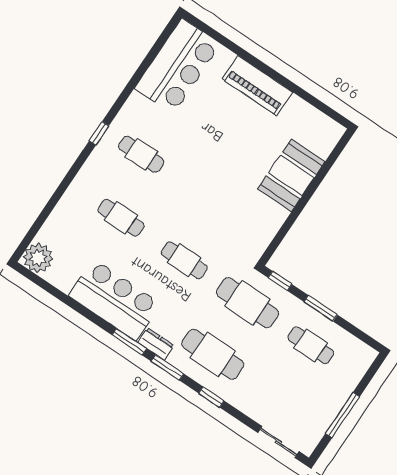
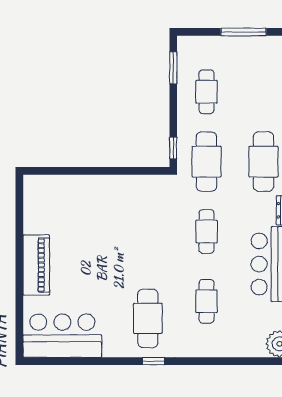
cafe table: (141, 154) -> (148, 318), width x1.37, depth x1.35
booth: (291, 175) -> (87, 193), removed
window: (321, 308) -> (173, 68), moved

